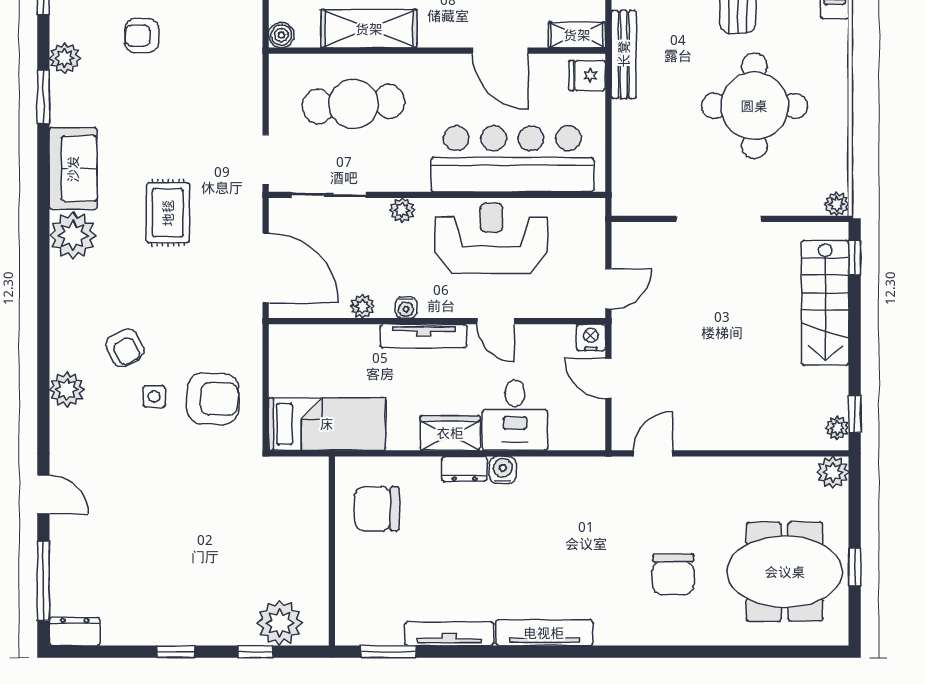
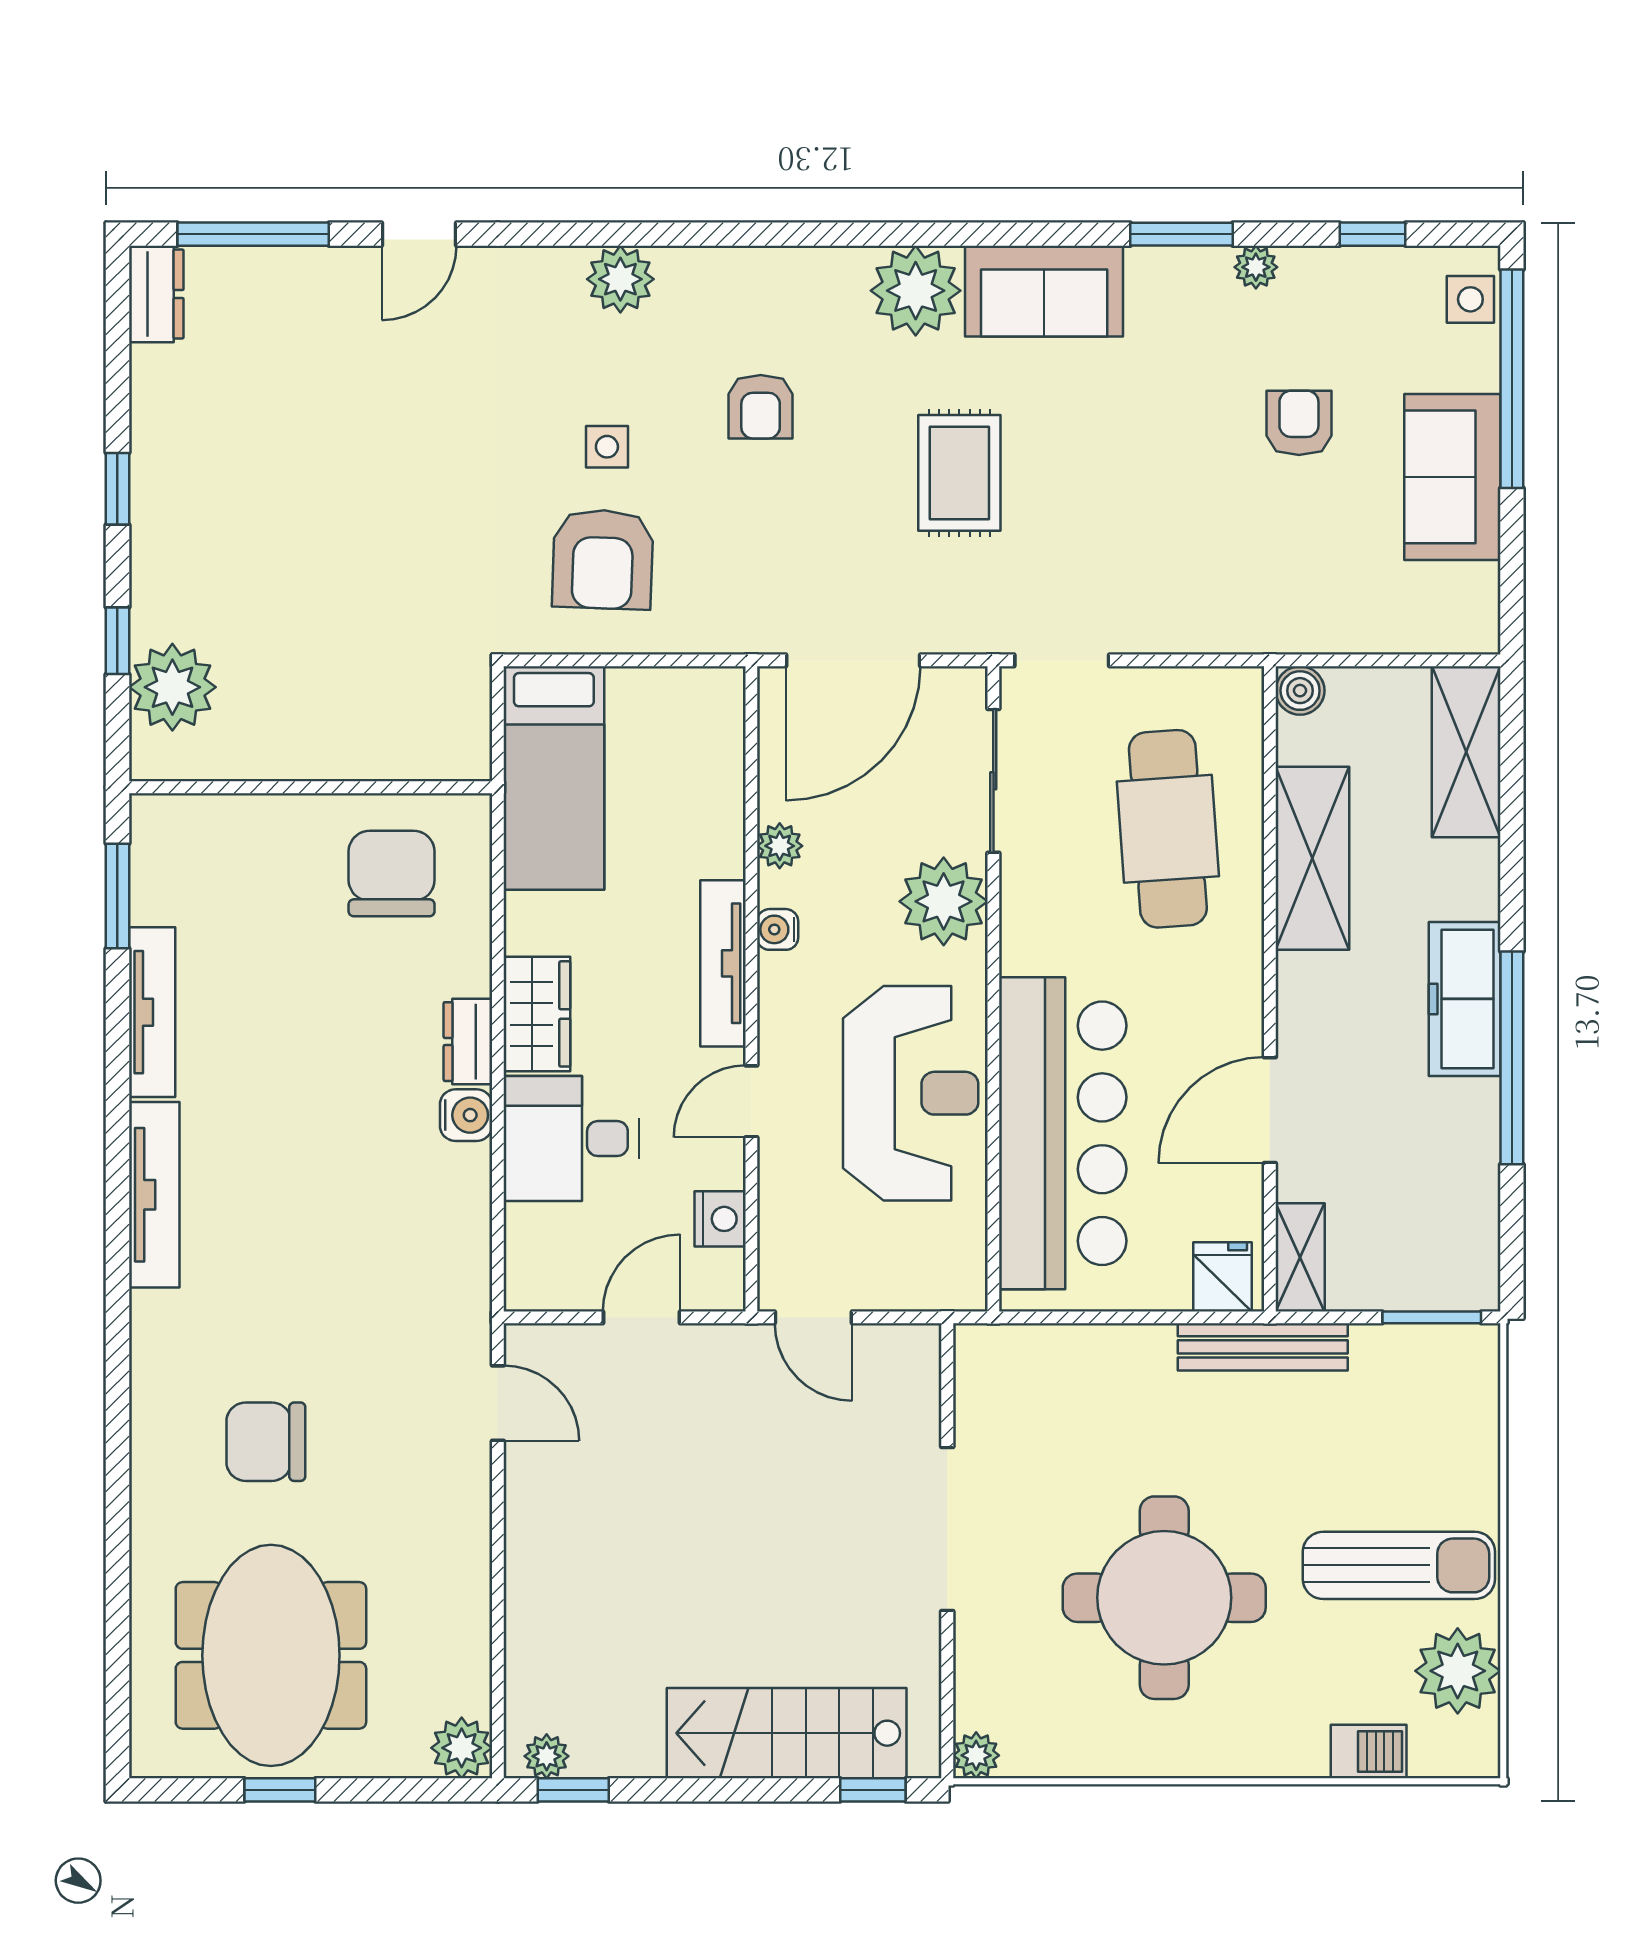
plant: (65, 58) -> (1256, 267), width x0.73, depth x0.73
plant: (402, 210) -> (944, 901), width x1.87, depth x1.87
rug: (168, 213) -> (959, 473), turned 90
nightstand: (591, 337) -> (720, 1219), moved
armchair: (125, 348) -> (761, 407), moved, turned -62

